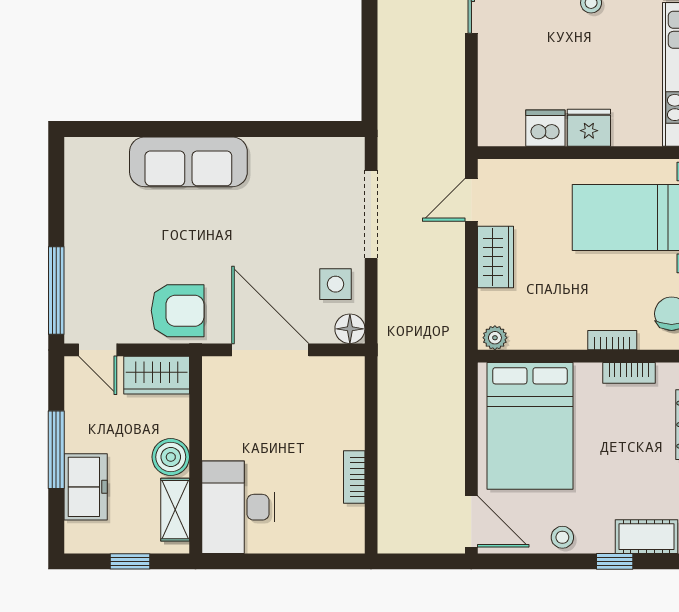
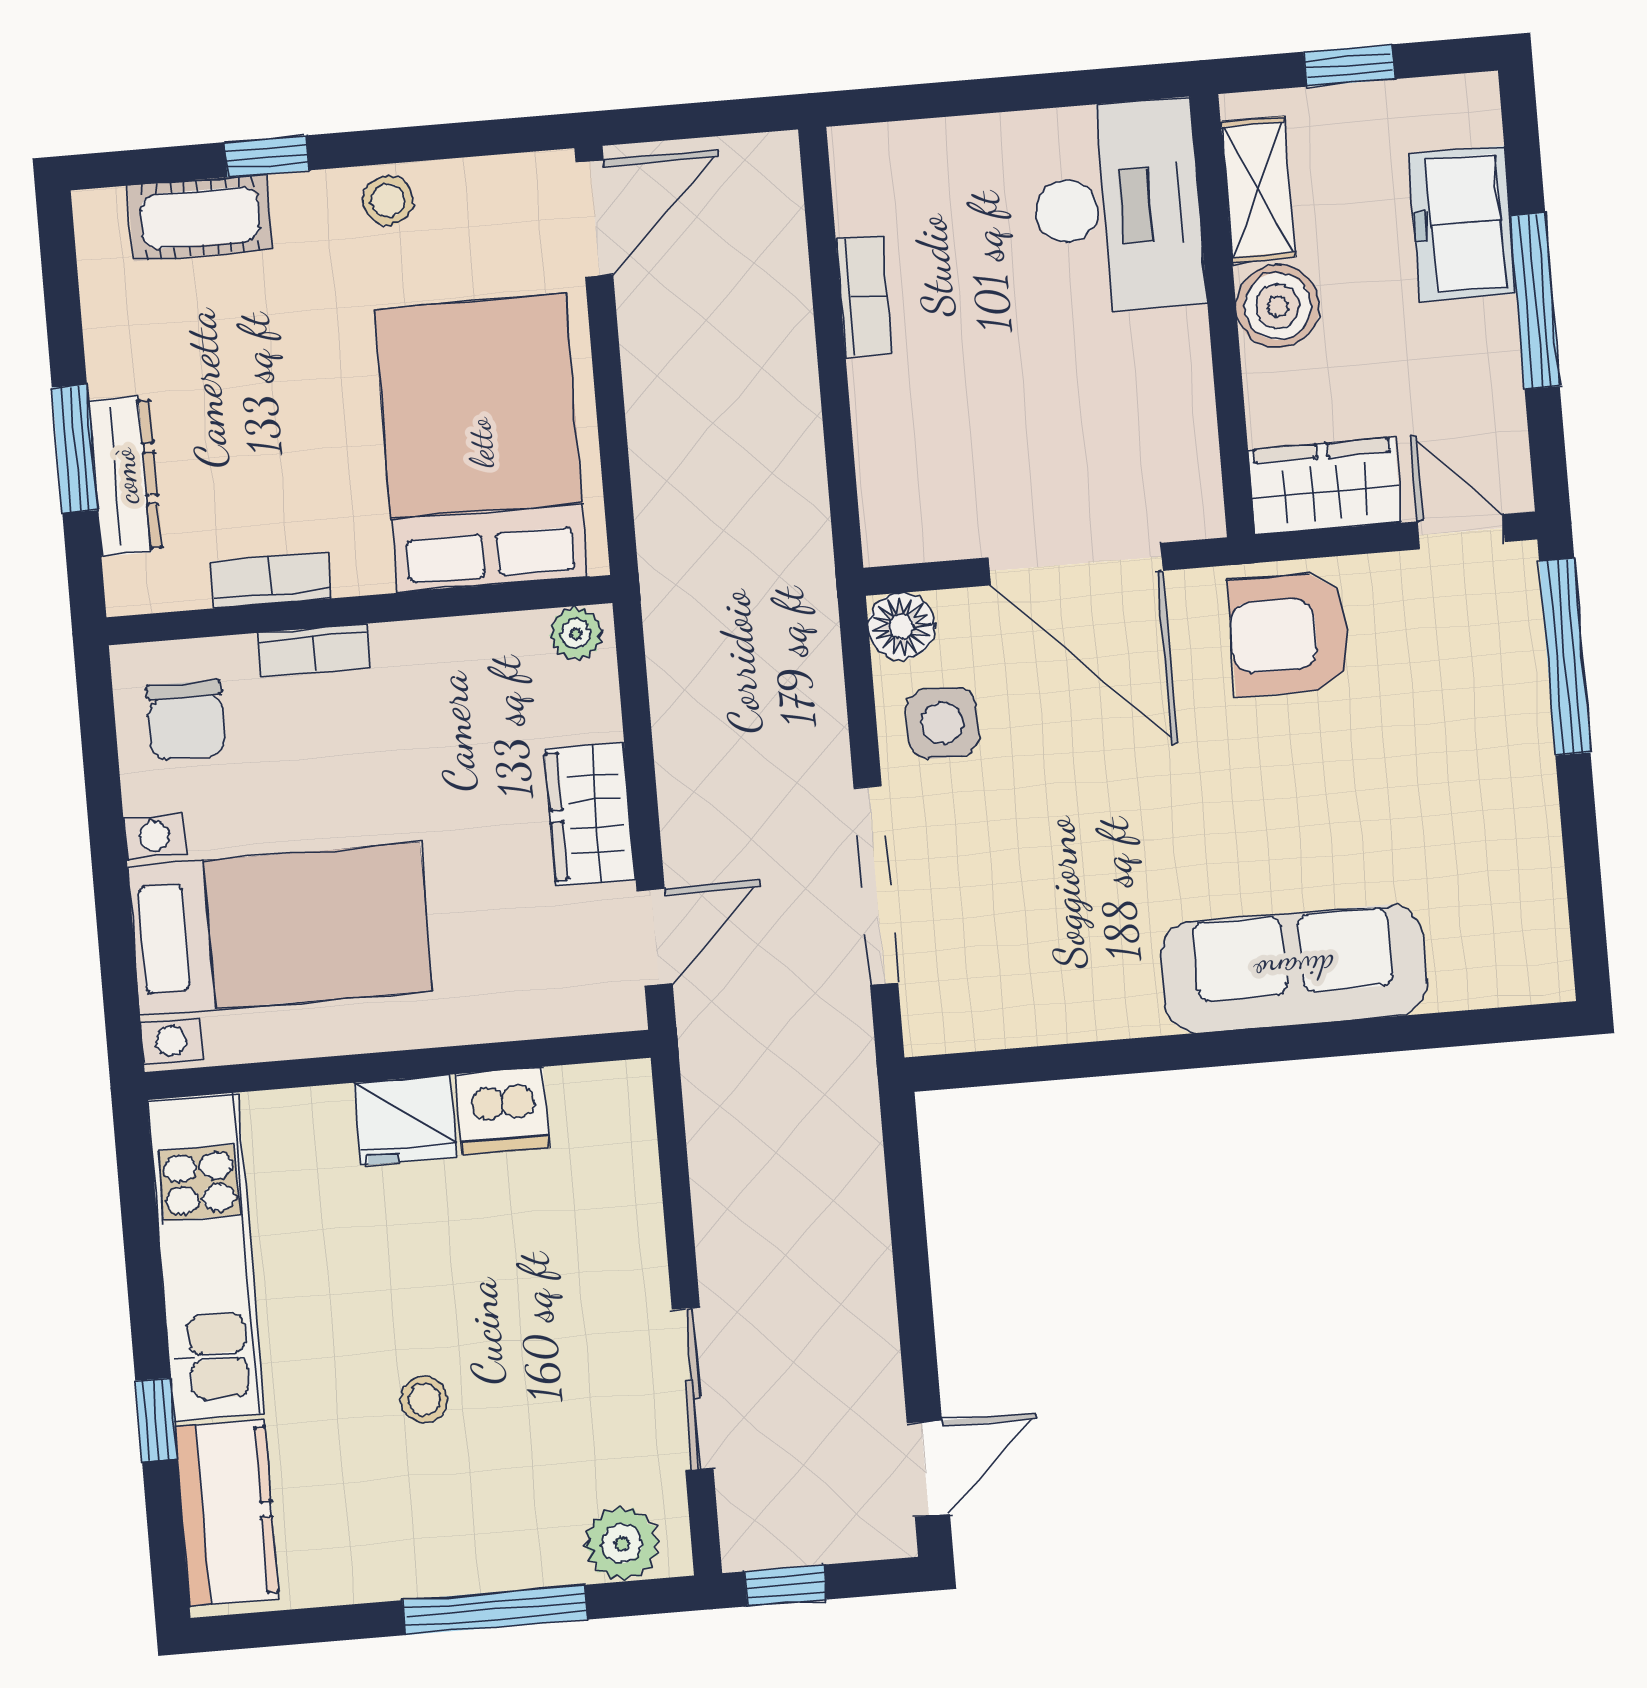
door: (471, 522) -> (594, 218), swing flipped

